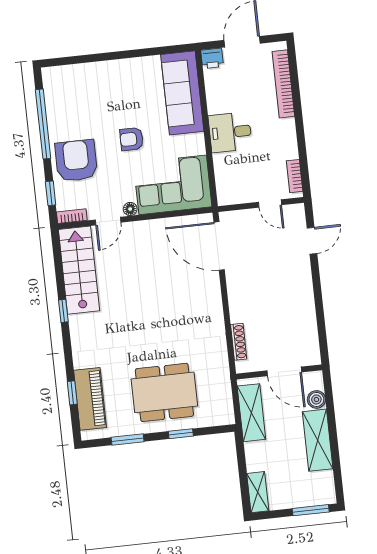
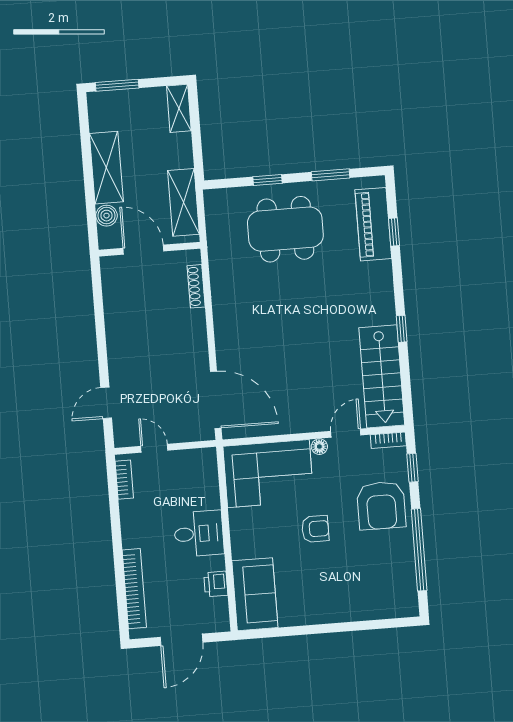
printer: (212, 58) -> (216, 584), moved, turned -90
sofa: (182, 93) -> (255, 594), width x0.73

